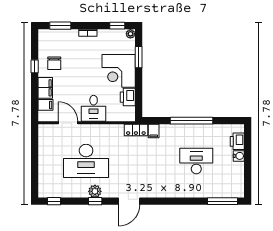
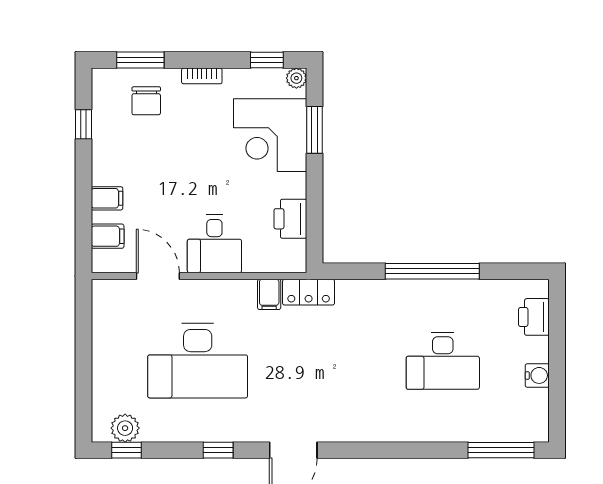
chair: (54, 63) -> (146, 101), moved
window: (35, 66) -> (83, 124), moved
corner desk: (119, 71) -> (270, 135), moved
filing cabinet: (45, 88) -> (107, 198), width x0.50
filing cabinet: (154, 131) -> (269, 294), moved
water cooler: (239, 156) -> (537, 375), moved
desk: (196, 161) -> (443, 361), turned 180
plant: (95, 191) -> (125, 428), moved

